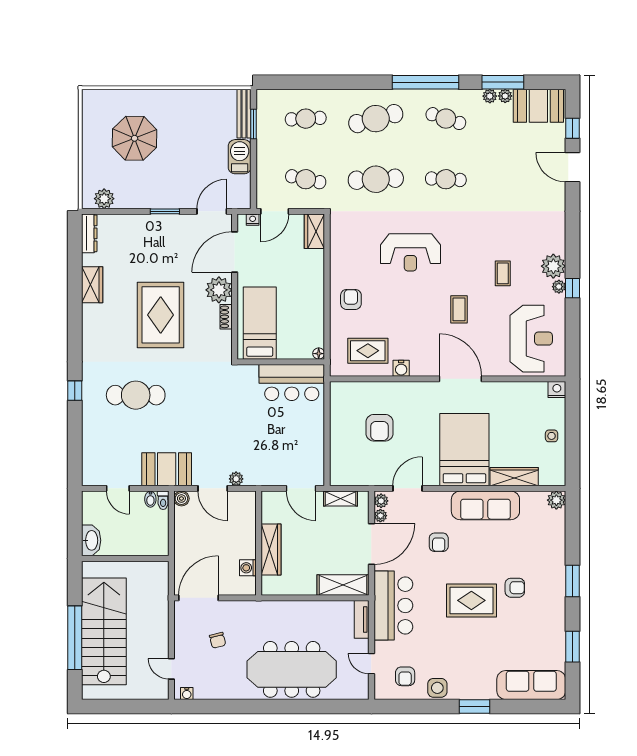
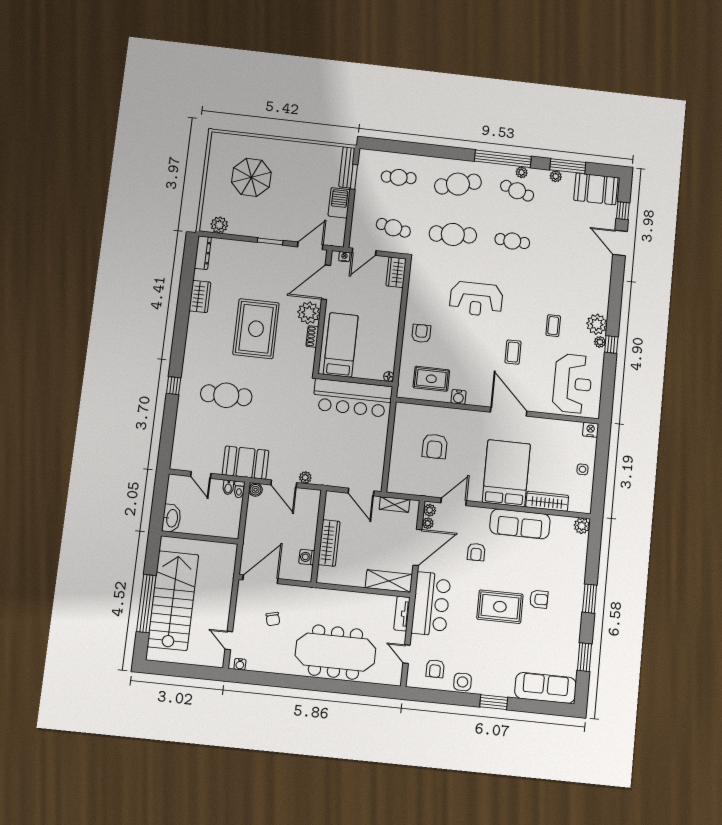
plant: (505, 96) -> (522, 172), moved
bar counter: (292, 383) -> (353, 398), width x1.36

